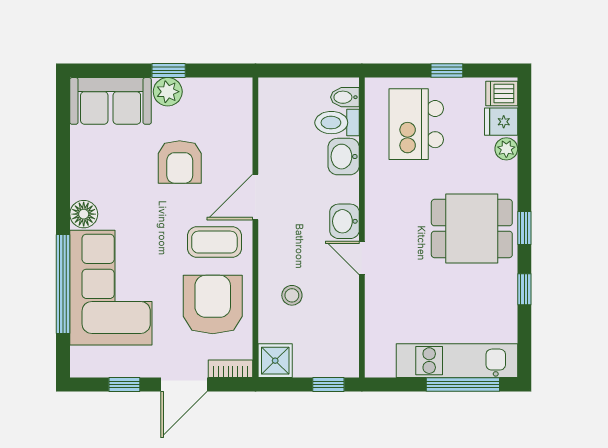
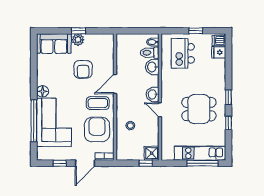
plant: (506, 149) -> (221, 64), removed
dining table: (472, 229) -> (199, 109), moved
shower: (275, 361) -> (152, 153), moved

